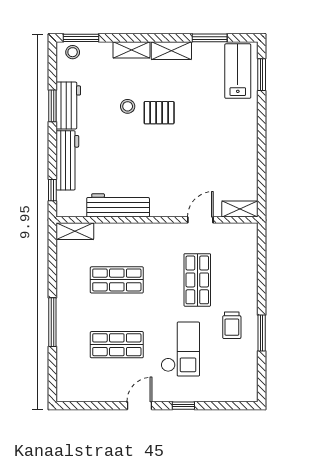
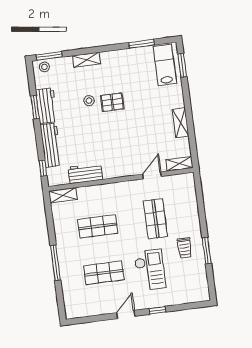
shelving: (171, 51) -> (181, 123), moved, turned 90
workbench: (118, 205) -> (85, 173), width x0.73

